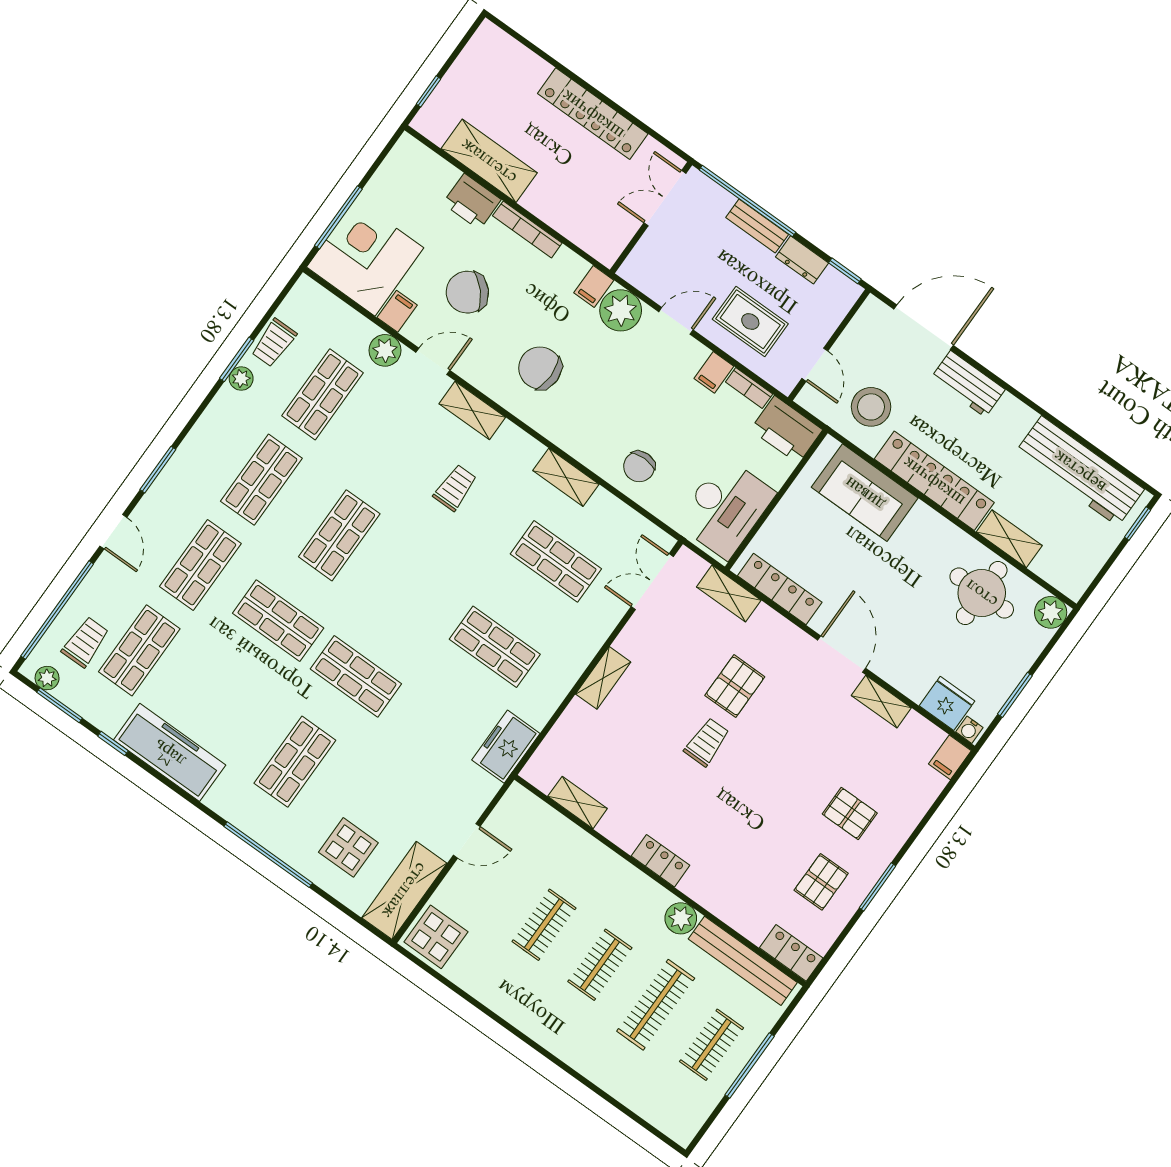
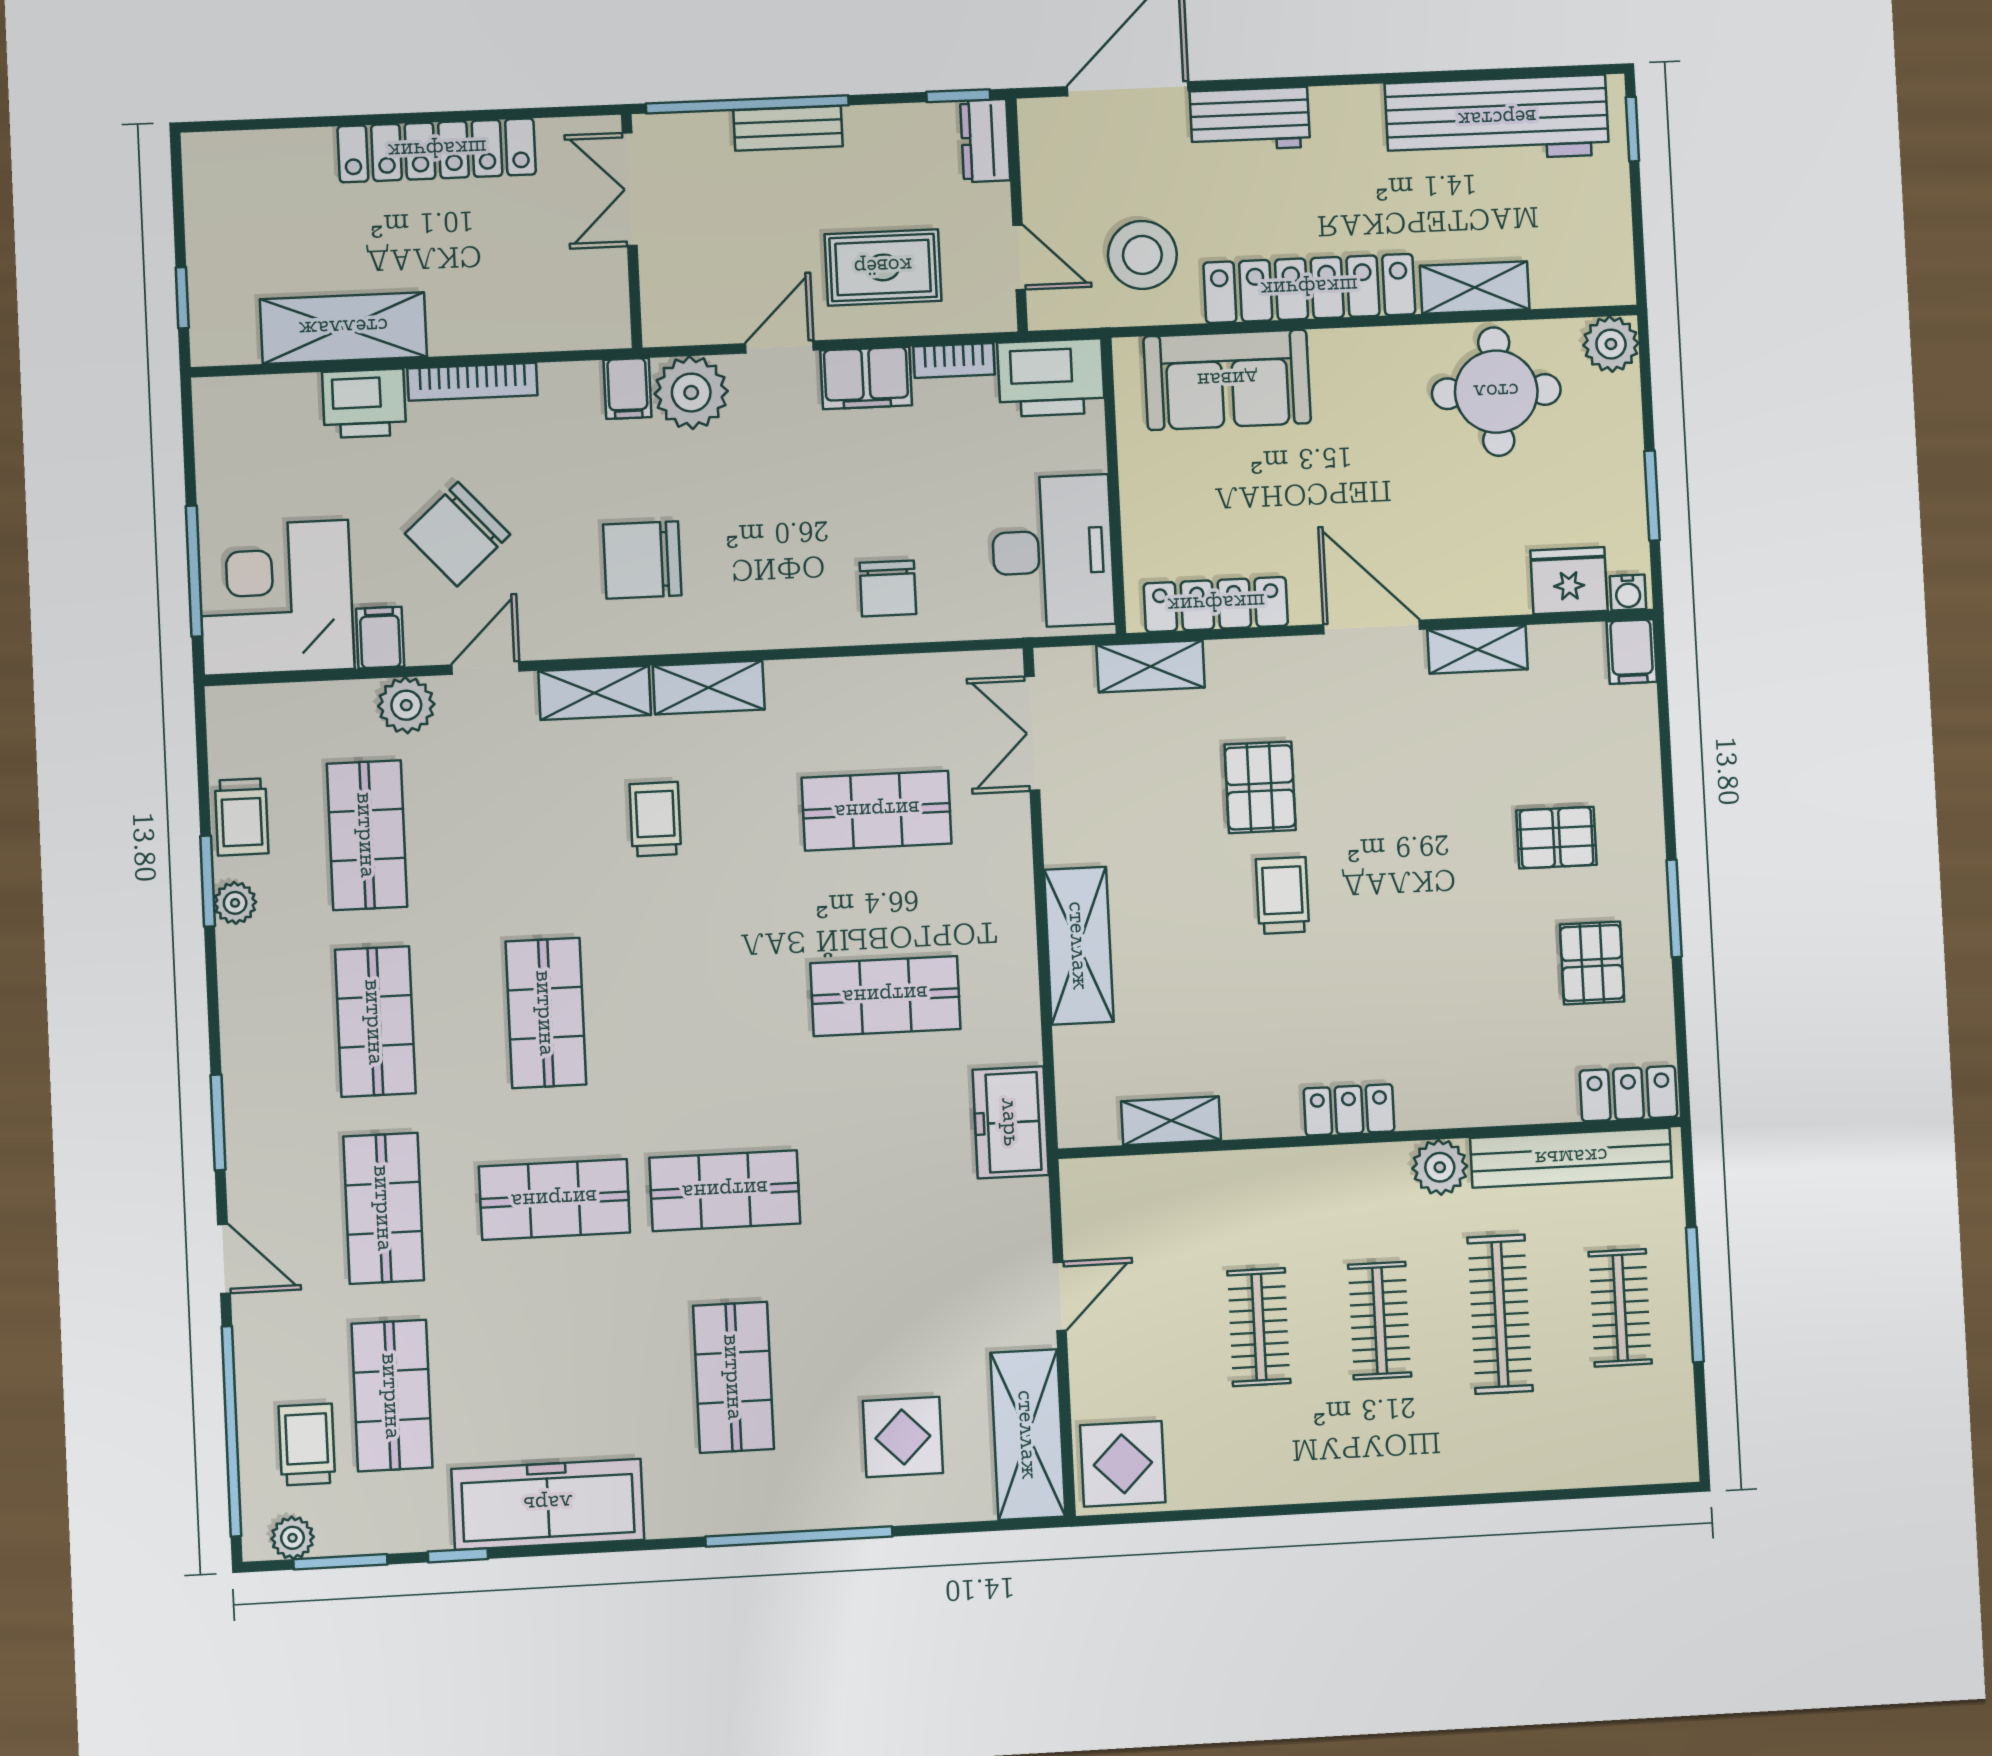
dresser: (802, 260) -> (985, 141), moved, turned 90
filing cabinet: (714, 372) -> (866, 378), width x2.00
shelving: (566, 477) -> (709, 688), moved
shelving: (603, 678) -> (1079, 946), width x1.50, depth x1.33

